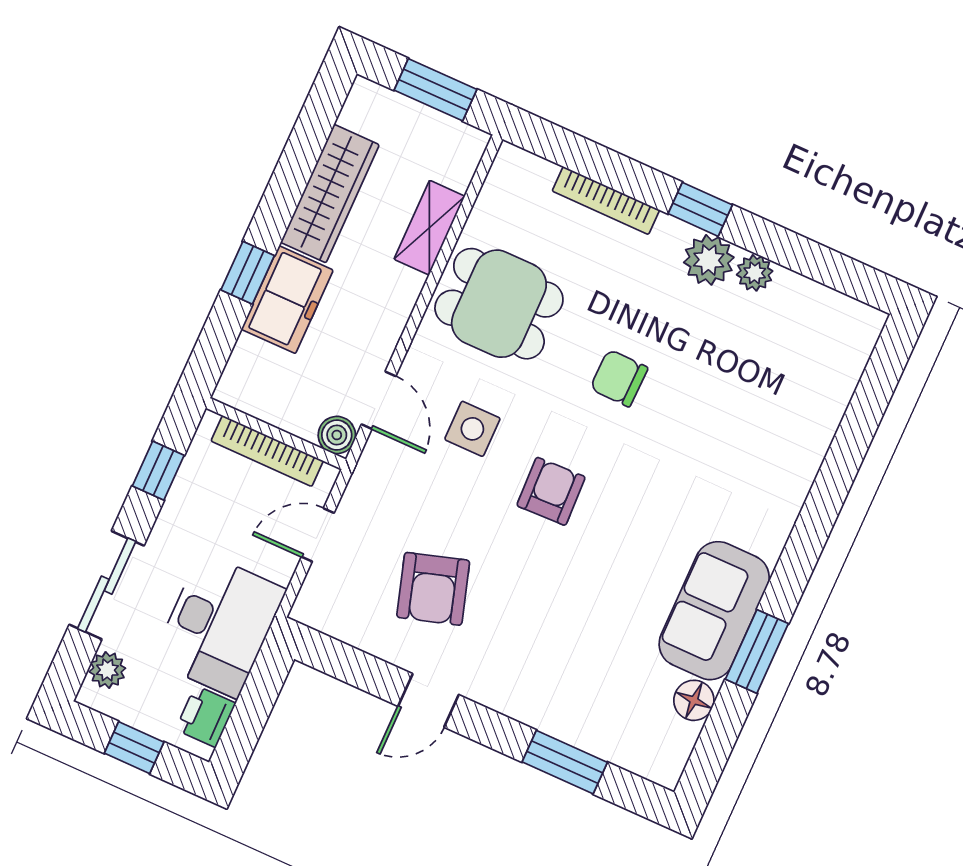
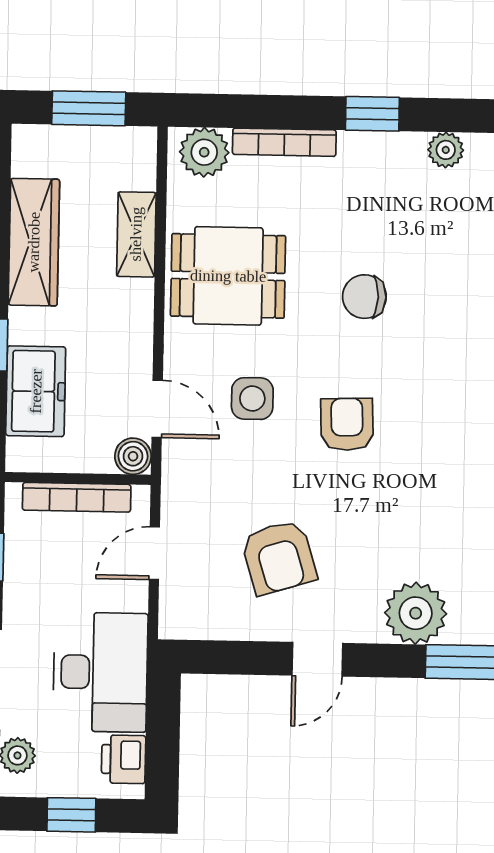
plant: (709, 260) -> (204, 152), moved
freezer: (287, 300) -> (36, 391), moved
plant: (539, 697) -> (416, 613), added

